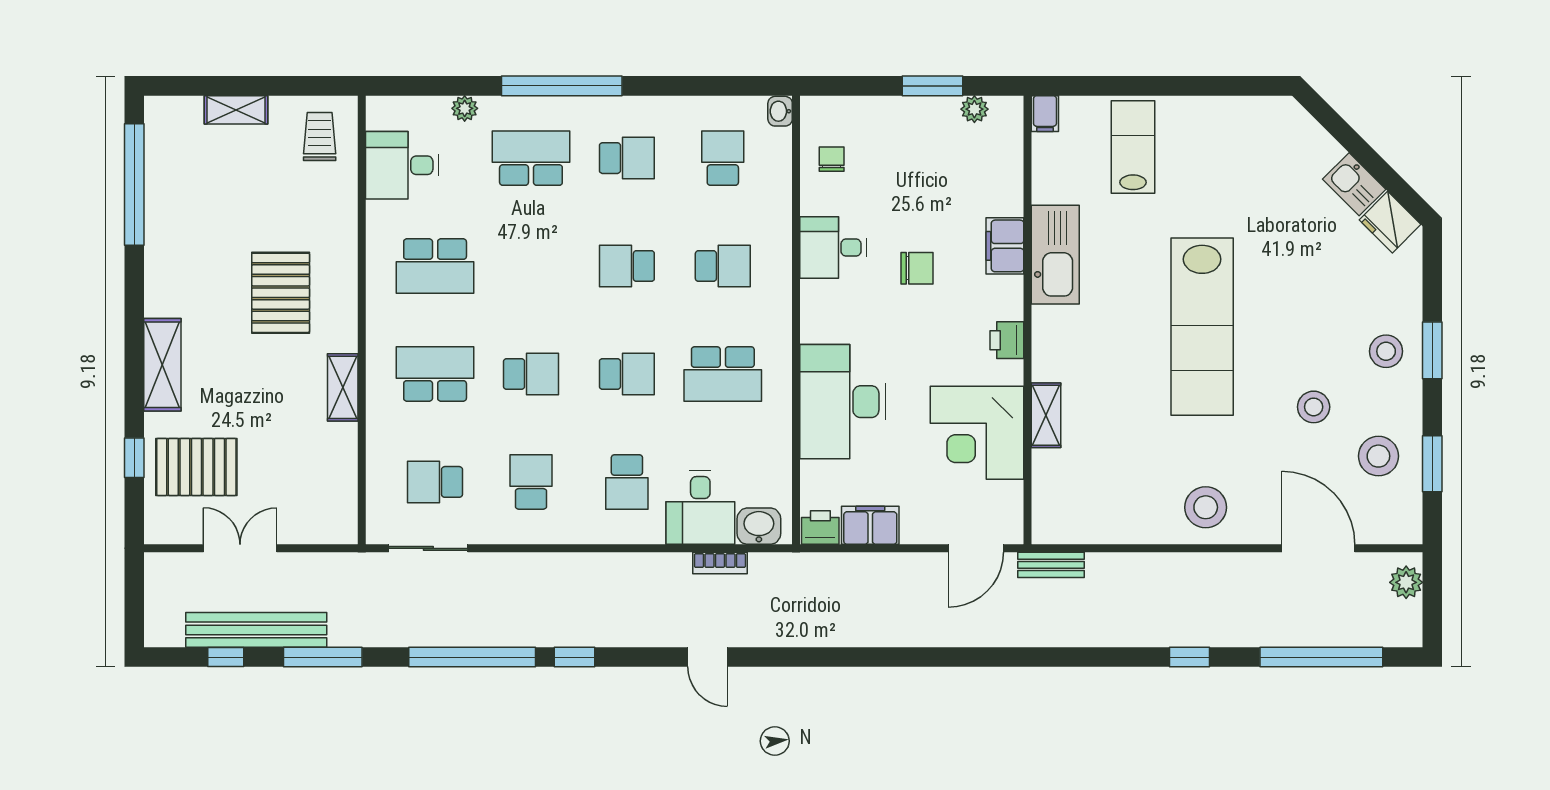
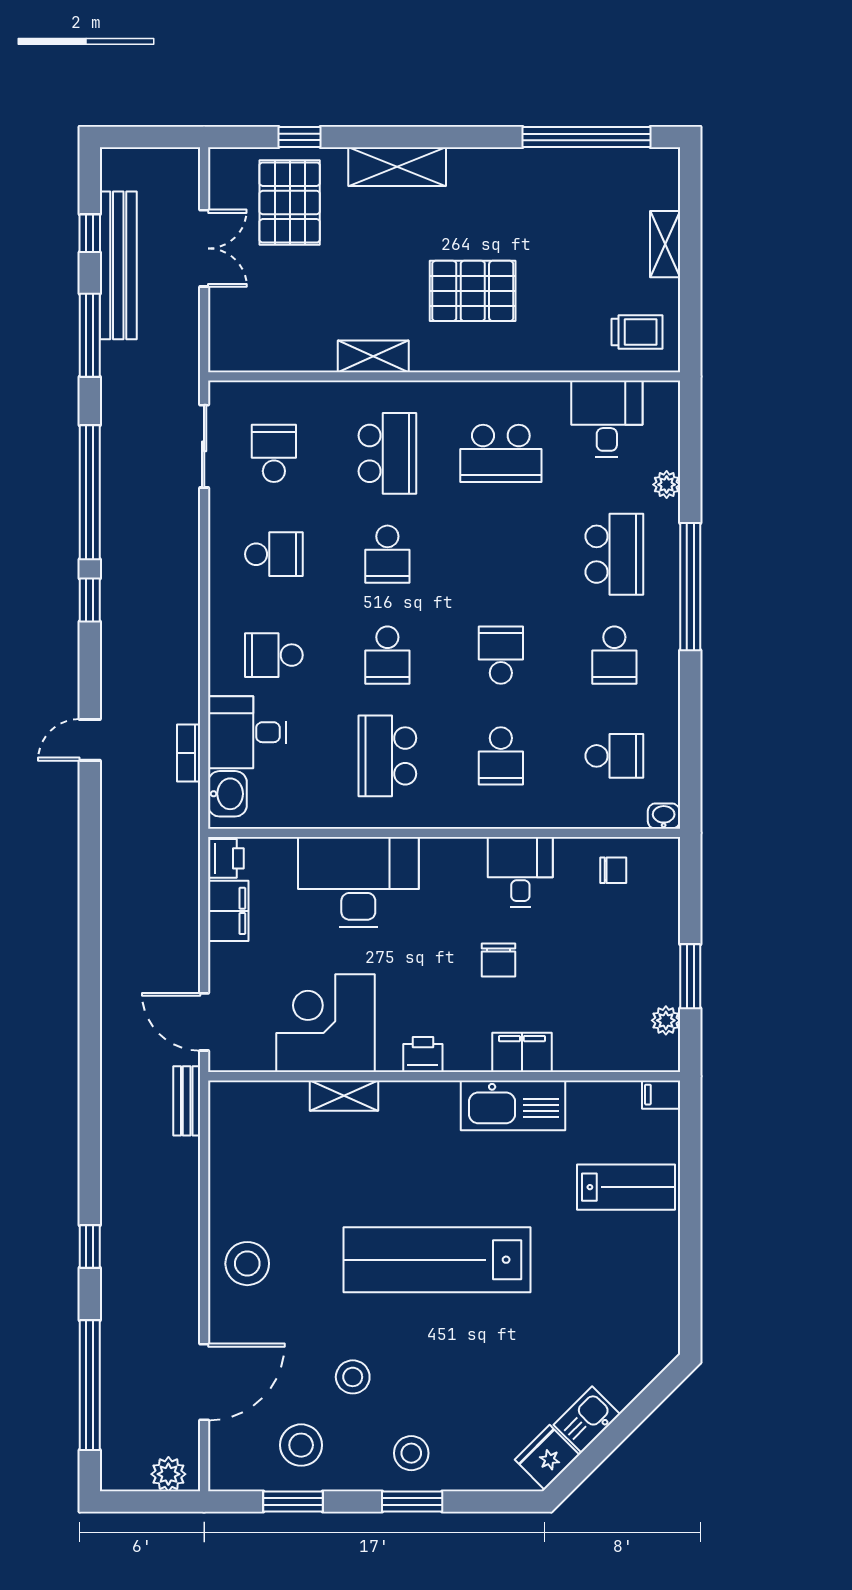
school desk: (435, 266) -> (501, 453), turned -90

